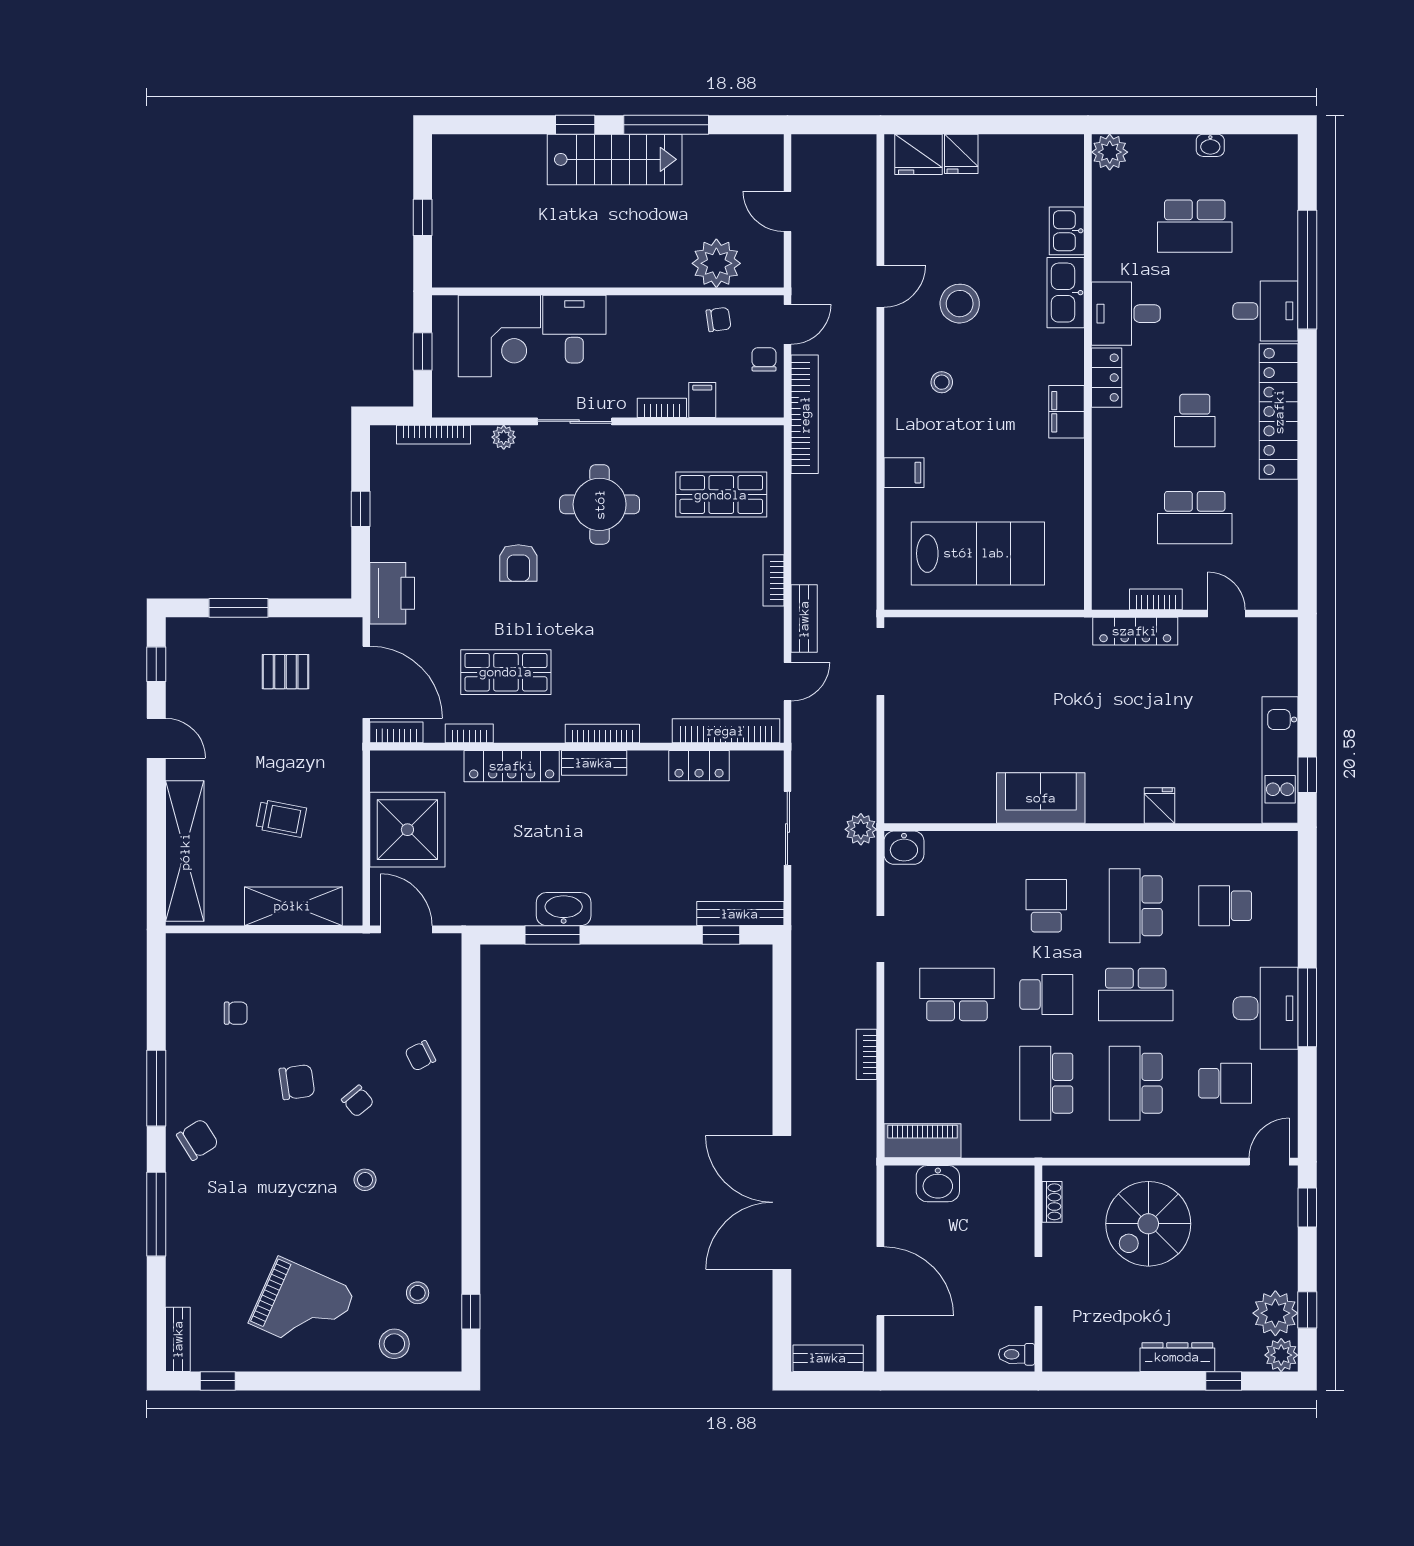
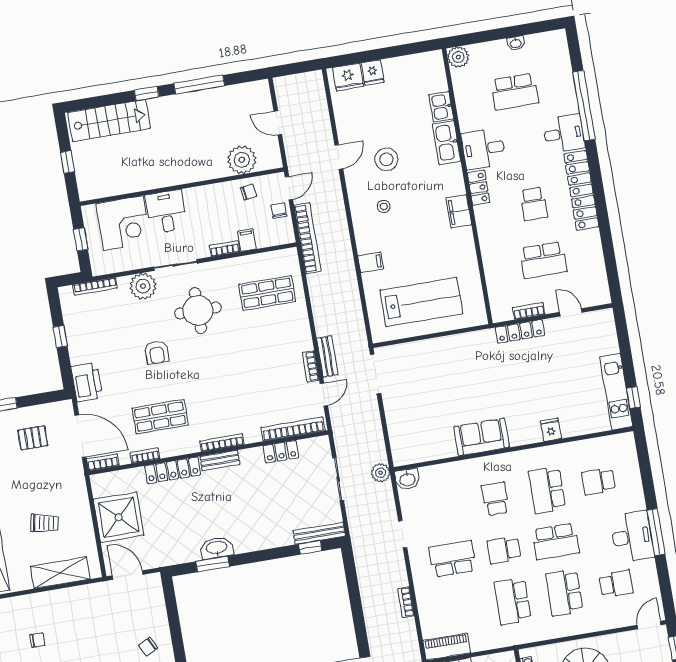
stairs: (615, 159) -> (109, 120), moved
plant: (504, 437) -> (143, 286), width x1.88, depth x1.88
bookcase: (773, 580) -> (311, 366), moved
school desk: (1046, 994) -> (504, 550), turned 180

